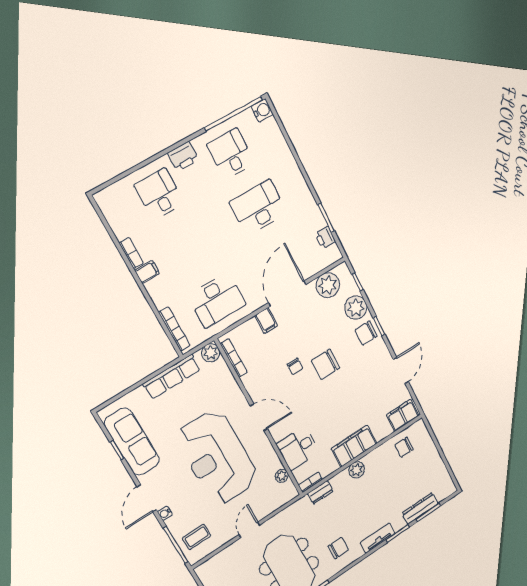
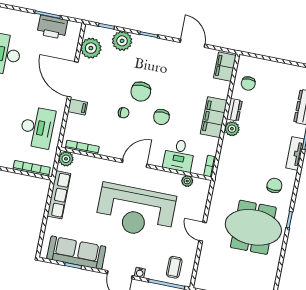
printer: (325, 238) -> (52, 27), width x1.87, depth x1.48
chair: (366, 333) -> (161, 117), moved
dresser: (320, 492) -> (234, 110), moved

